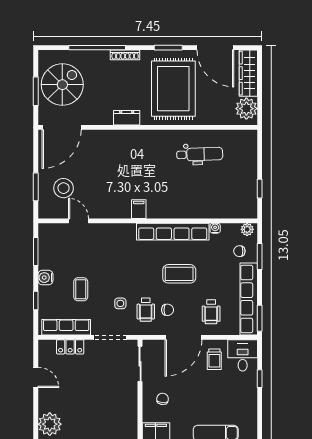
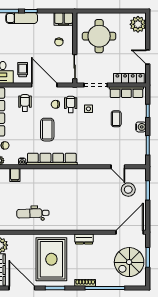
filing cabinet: (139, 209) -> (15, 175), moved
coffee table: (179, 274) -> (47, 130), turned 90
door: (184, 337) -> (44, 85), hinge flipped
locker: (70, 347) -> (129, 78), width x1.53
round table: (105, 407) -> (99, 36), added

